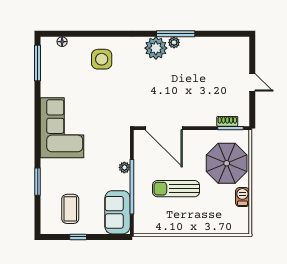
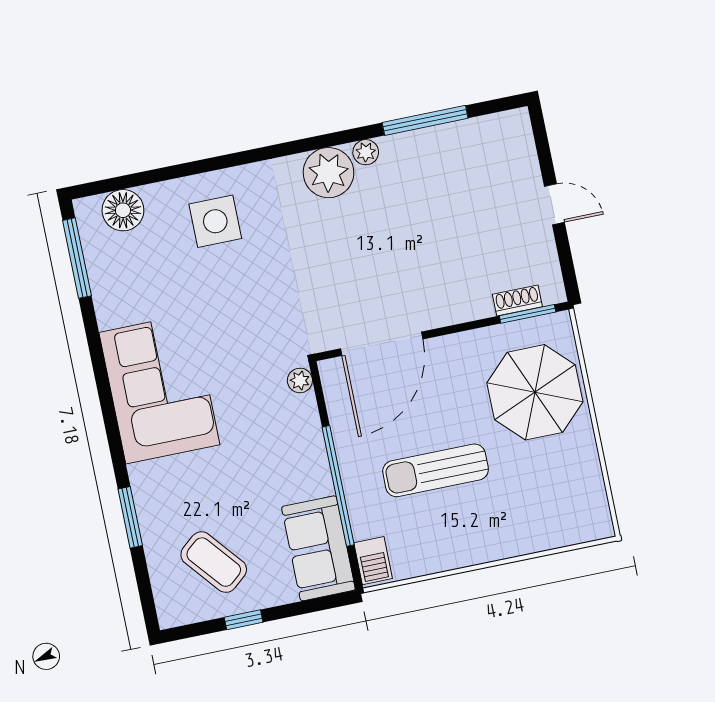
window: (176, 34) -> (425, 120), moved
floor lamp: (62, 42) -> (123, 210), width x1.89, depth x1.89
door: (164, 128) -> (382, 344), hinge flipped
plant: (124, 167) -> (300, 380), moved
barbecue: (242, 197) -> (373, 561), moved, turned 180
coffee table: (70, 209) -> (214, 562), turned -40

